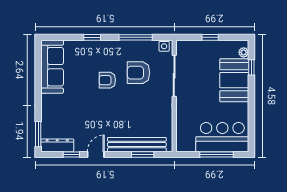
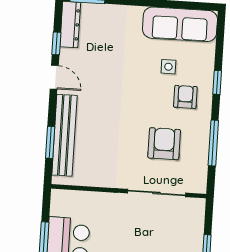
side table: (164, 46) -> (168, 67), moved
armchair: (107, 80) -> (185, 97), moved

